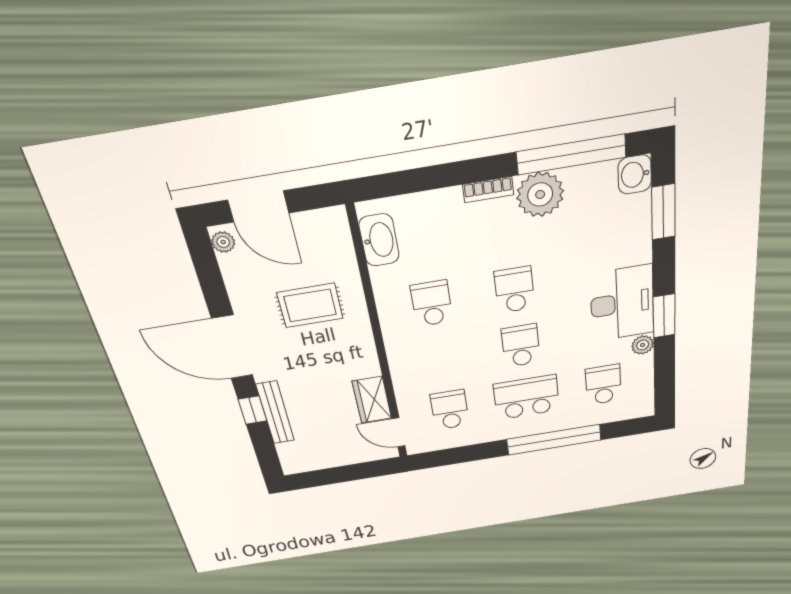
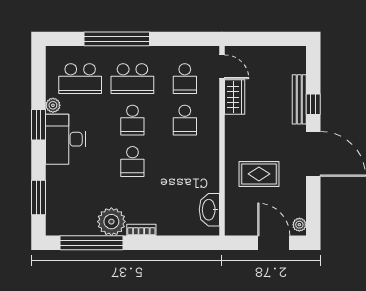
washbasin: (635, 174) -> (55, 224), removed
school desk: (432, 303) -> (185, 120), moved
school desk: (603, 385) -> (80, 79), width x1.85

